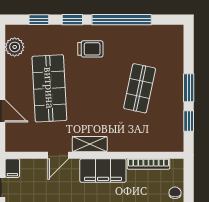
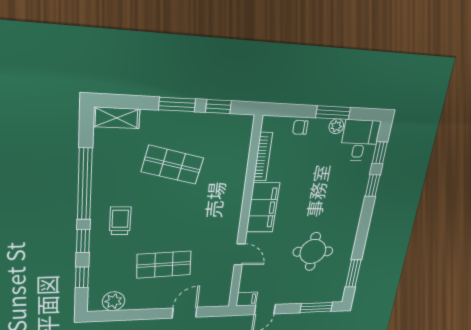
shop shelf: (49, 88) -> (164, 265), width x0.70, depth x0.74
shelving: (90, 144) -> (116, 118), moved, turned 90

